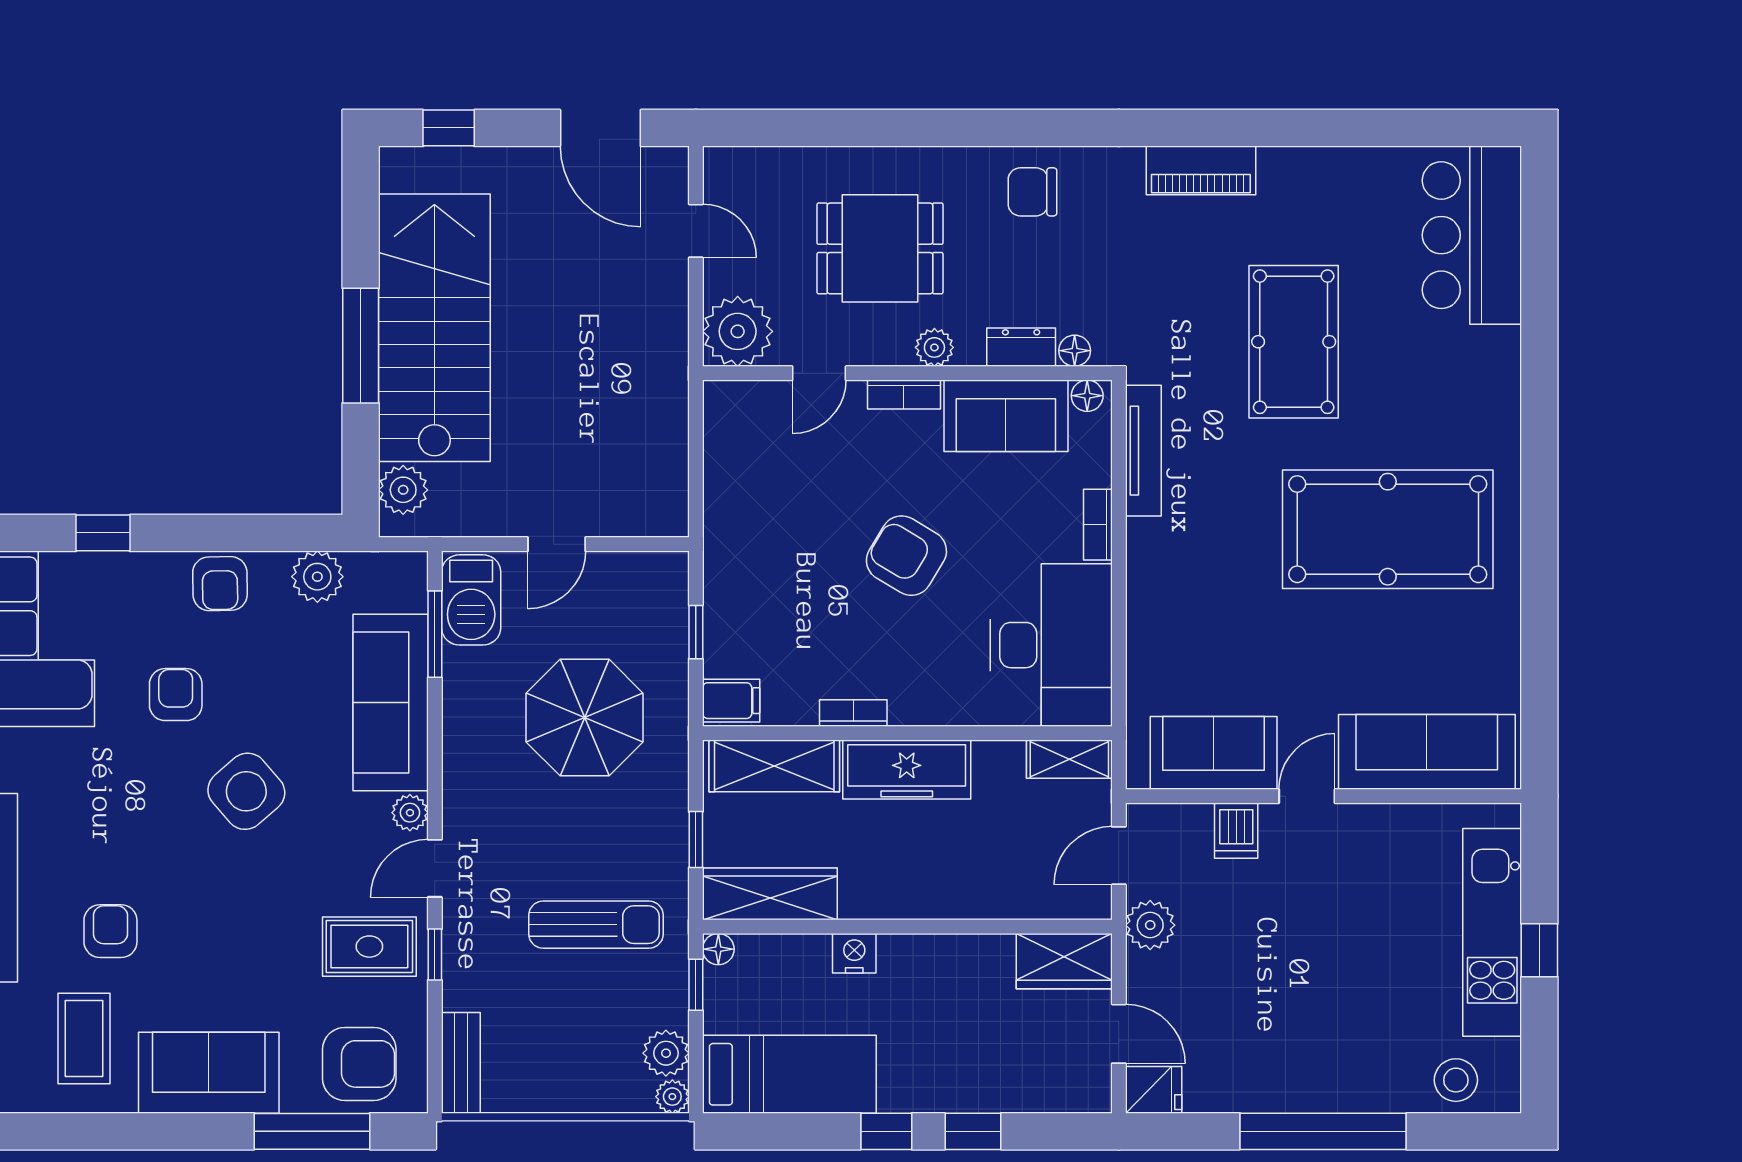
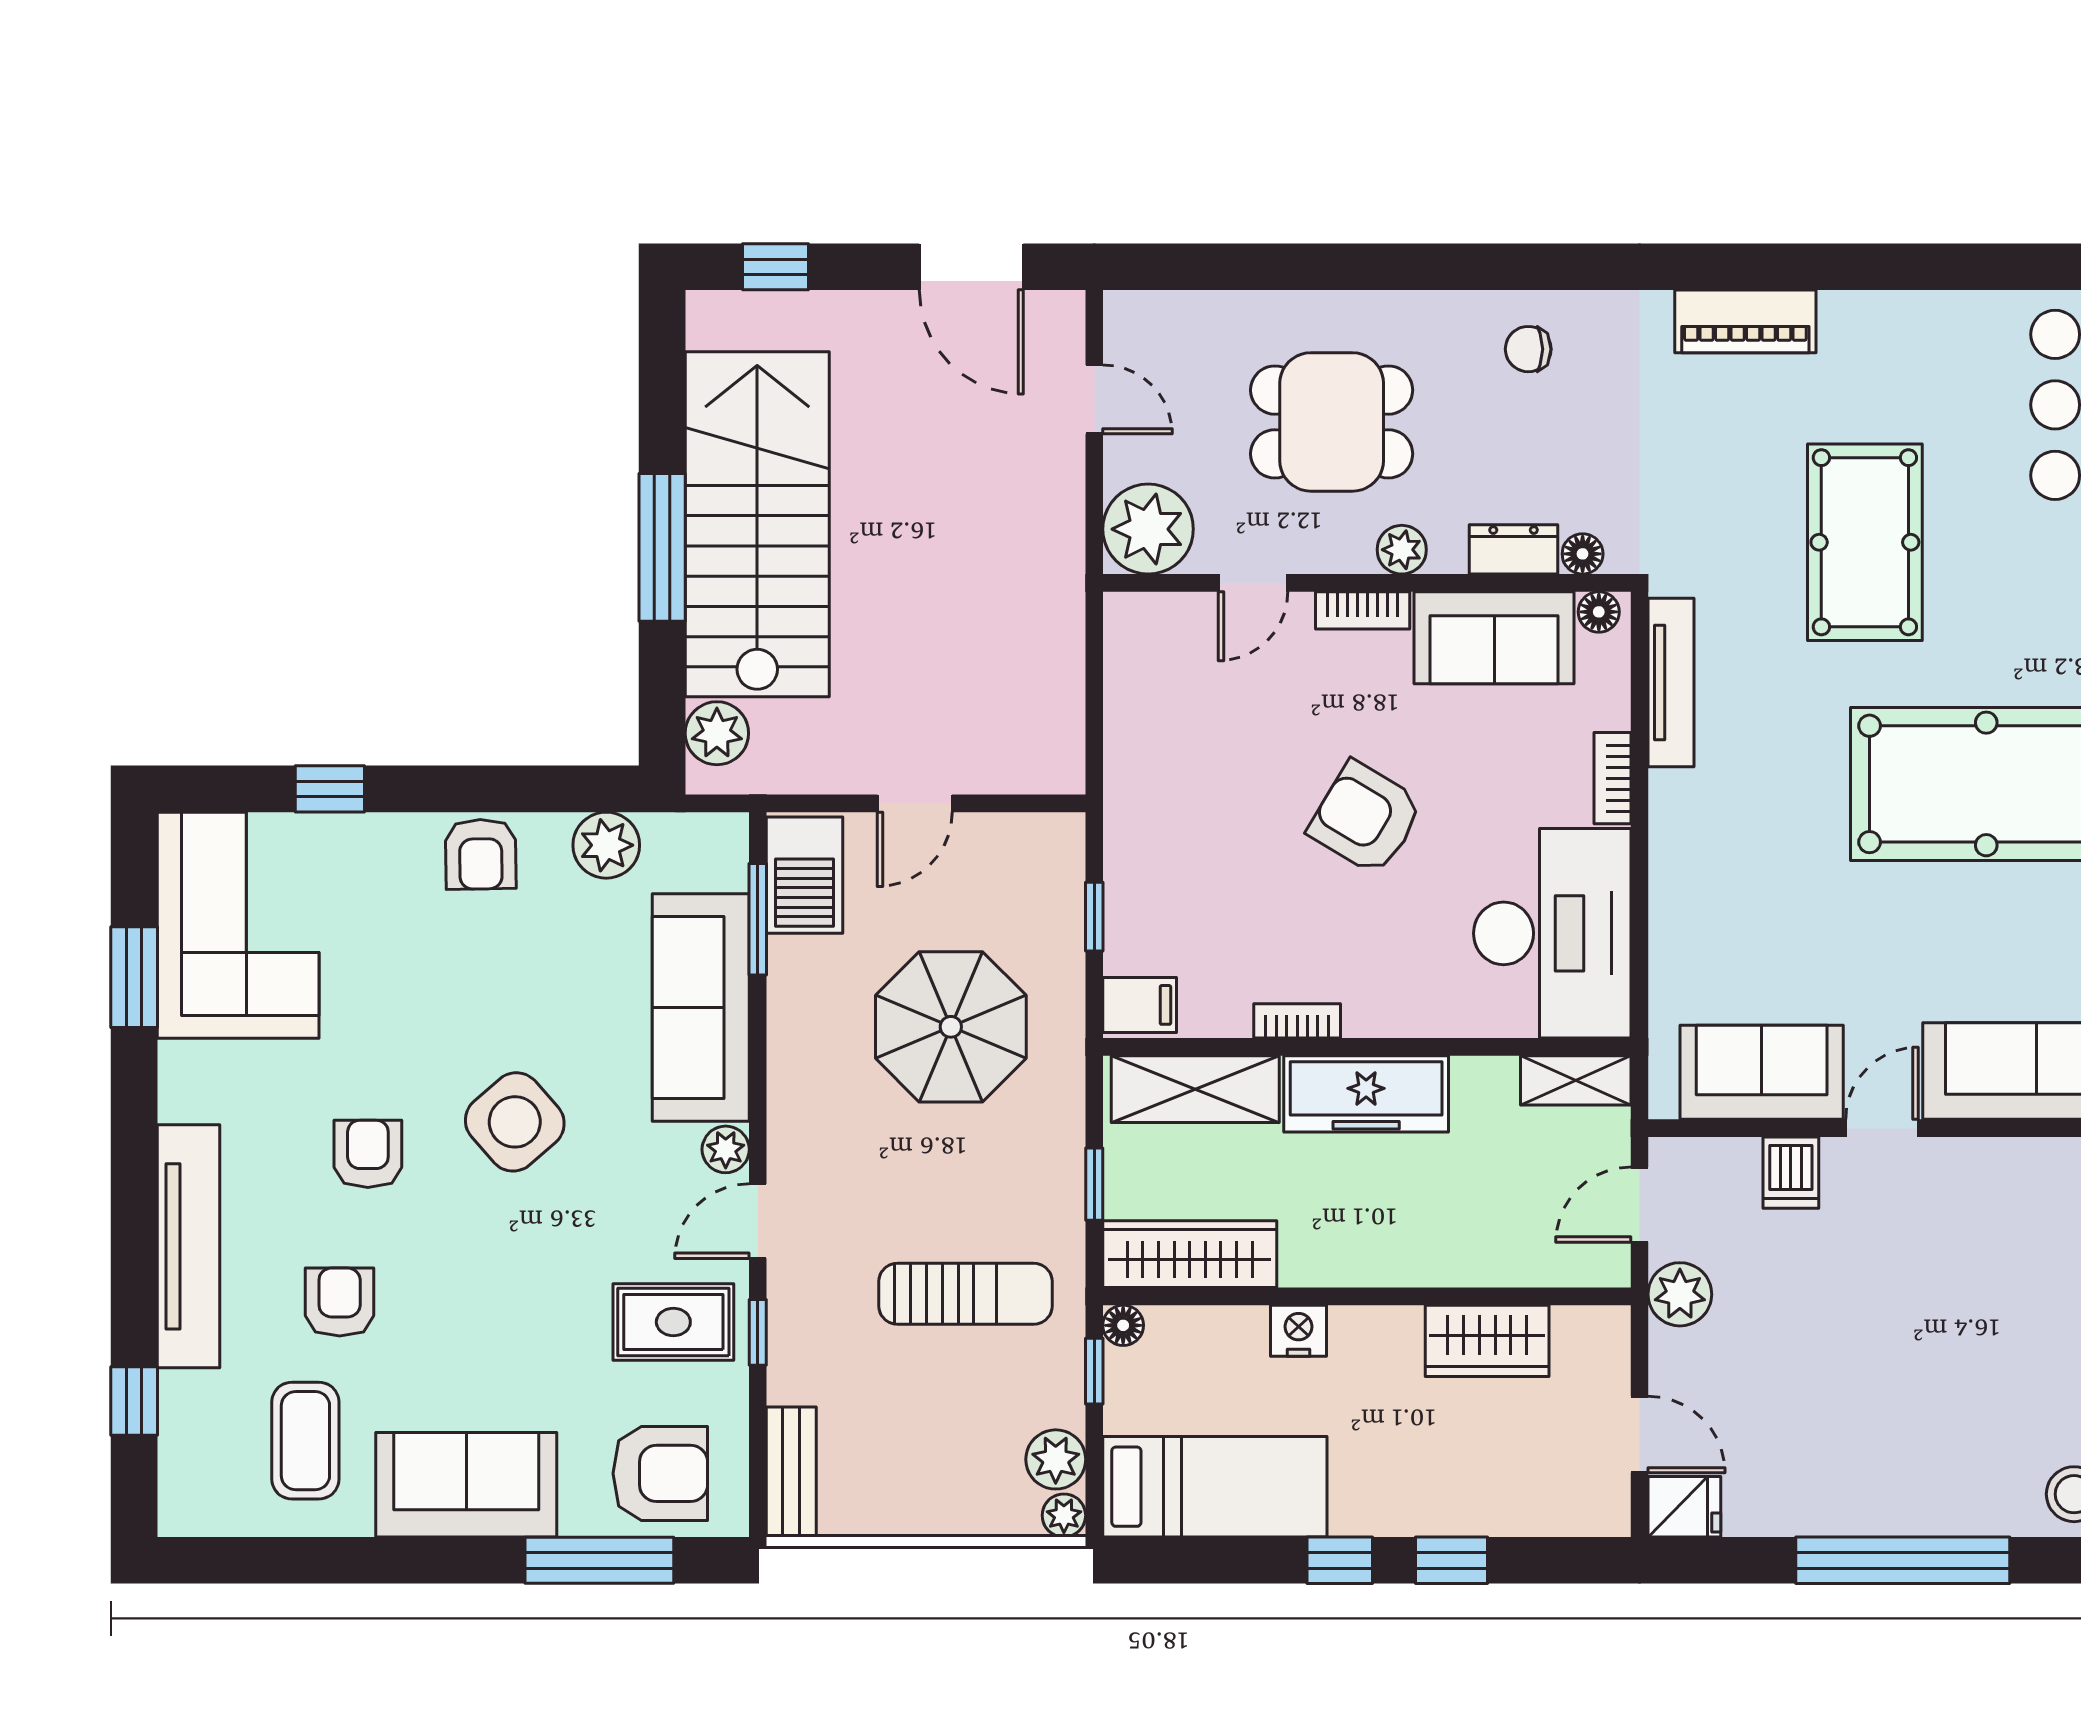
chair: (1032, 192) -> (1528, 349), width x0.73, depth x0.73
armchair: (176, 695) -> (368, 1154), moved
wardrobe: (1064, 961) -> (1487, 1341), moved

